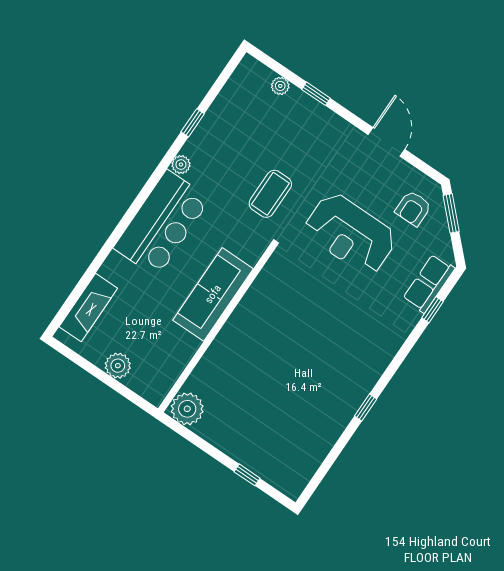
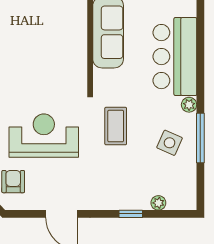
window: (193, 123) -> (200, 138), width x2.17
side table: (227, 139) -> (170, 143), added

